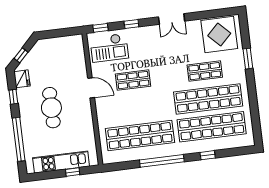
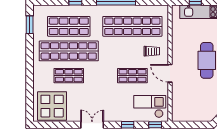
window: (248, 59) -> (30, 25), moved
trolley: (115, 110) -> (152, 51), added
shop shelf: (212, 127) -> (69, 26), width x0.71

